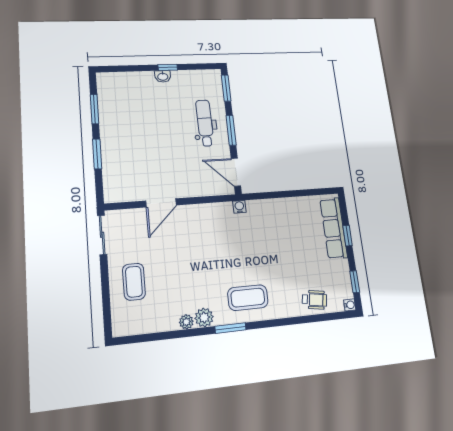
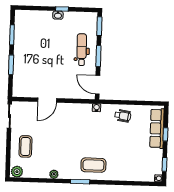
wheelchair: (314, 300) -> (123, 116), moved
plant: (204, 318) -> (17, 172), moved

